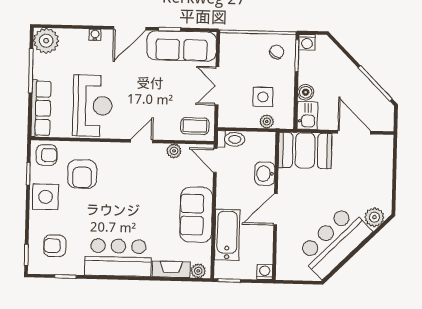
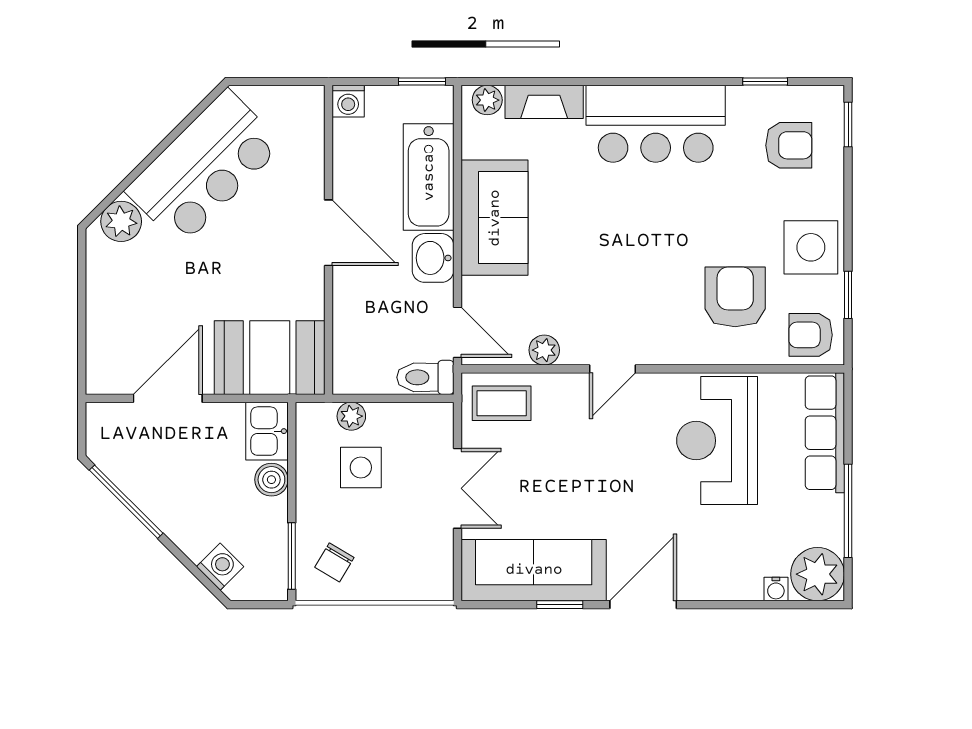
water cooler: (95, 35) -> (776, 589), moved
washing machine: (307, 42) -> (220, 567), moved, turned 45
door: (354, 132) -> (168, 398), swing flipped
washbasin: (265, 174) -> (433, 258), moved, turned 180
door: (276, 209) -> (329, 233), hinge flipped

